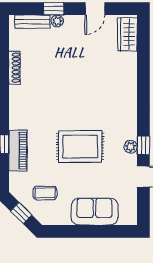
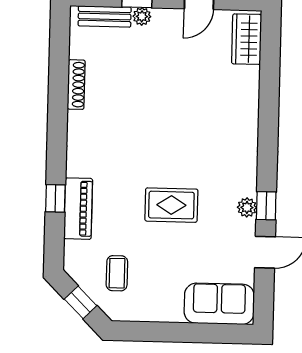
rug: (80, 146) -> (171, 205), width x0.73, depth x0.70
coffee table: (45, 193) -> (117, 273), turned 90
sofa: (95, 212) -> (219, 304), moved

